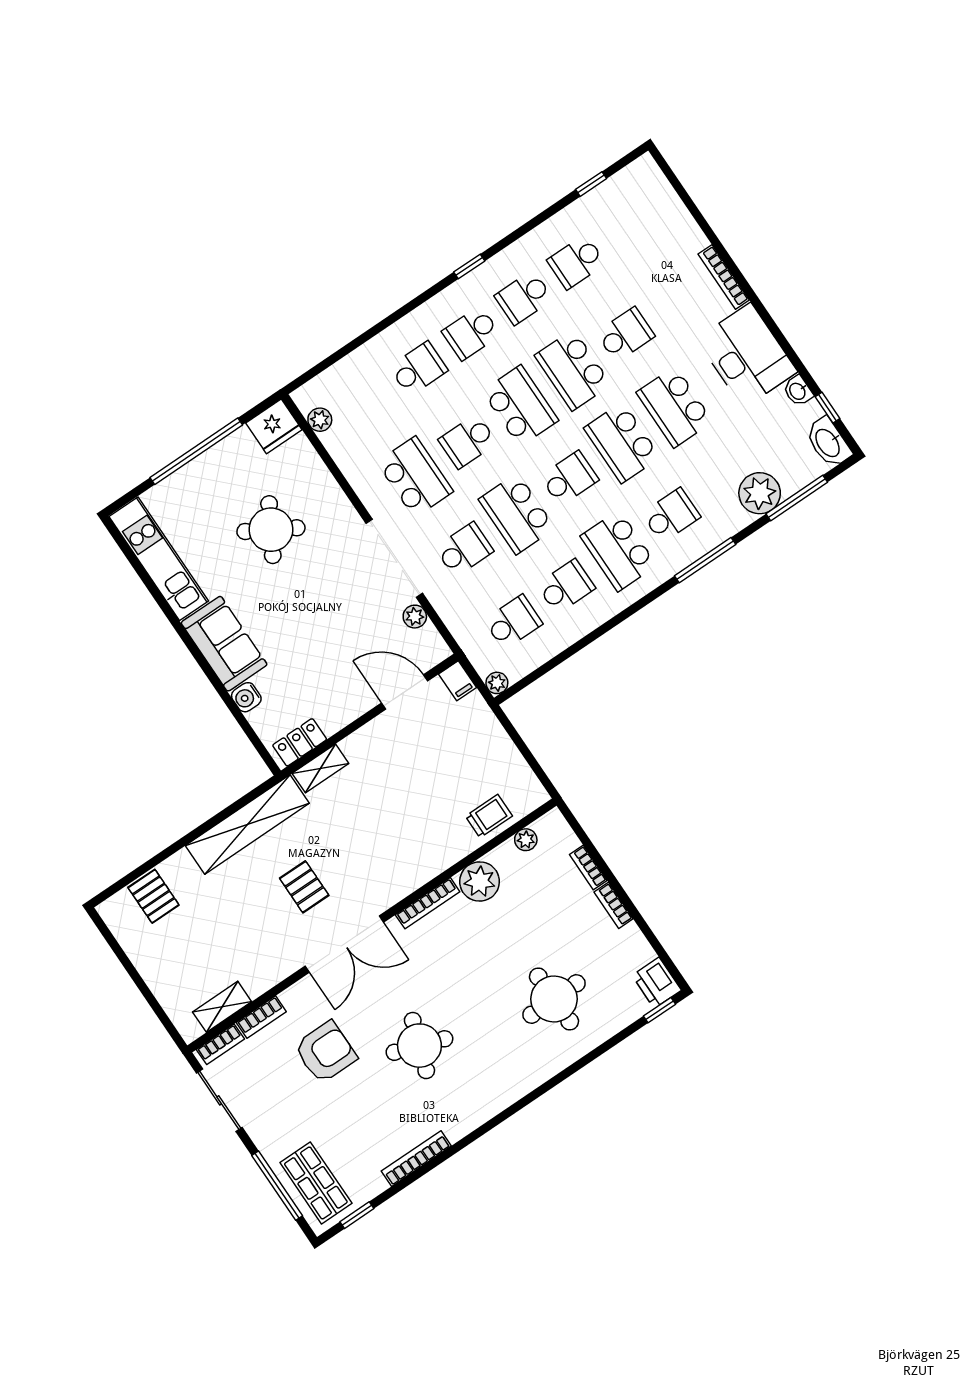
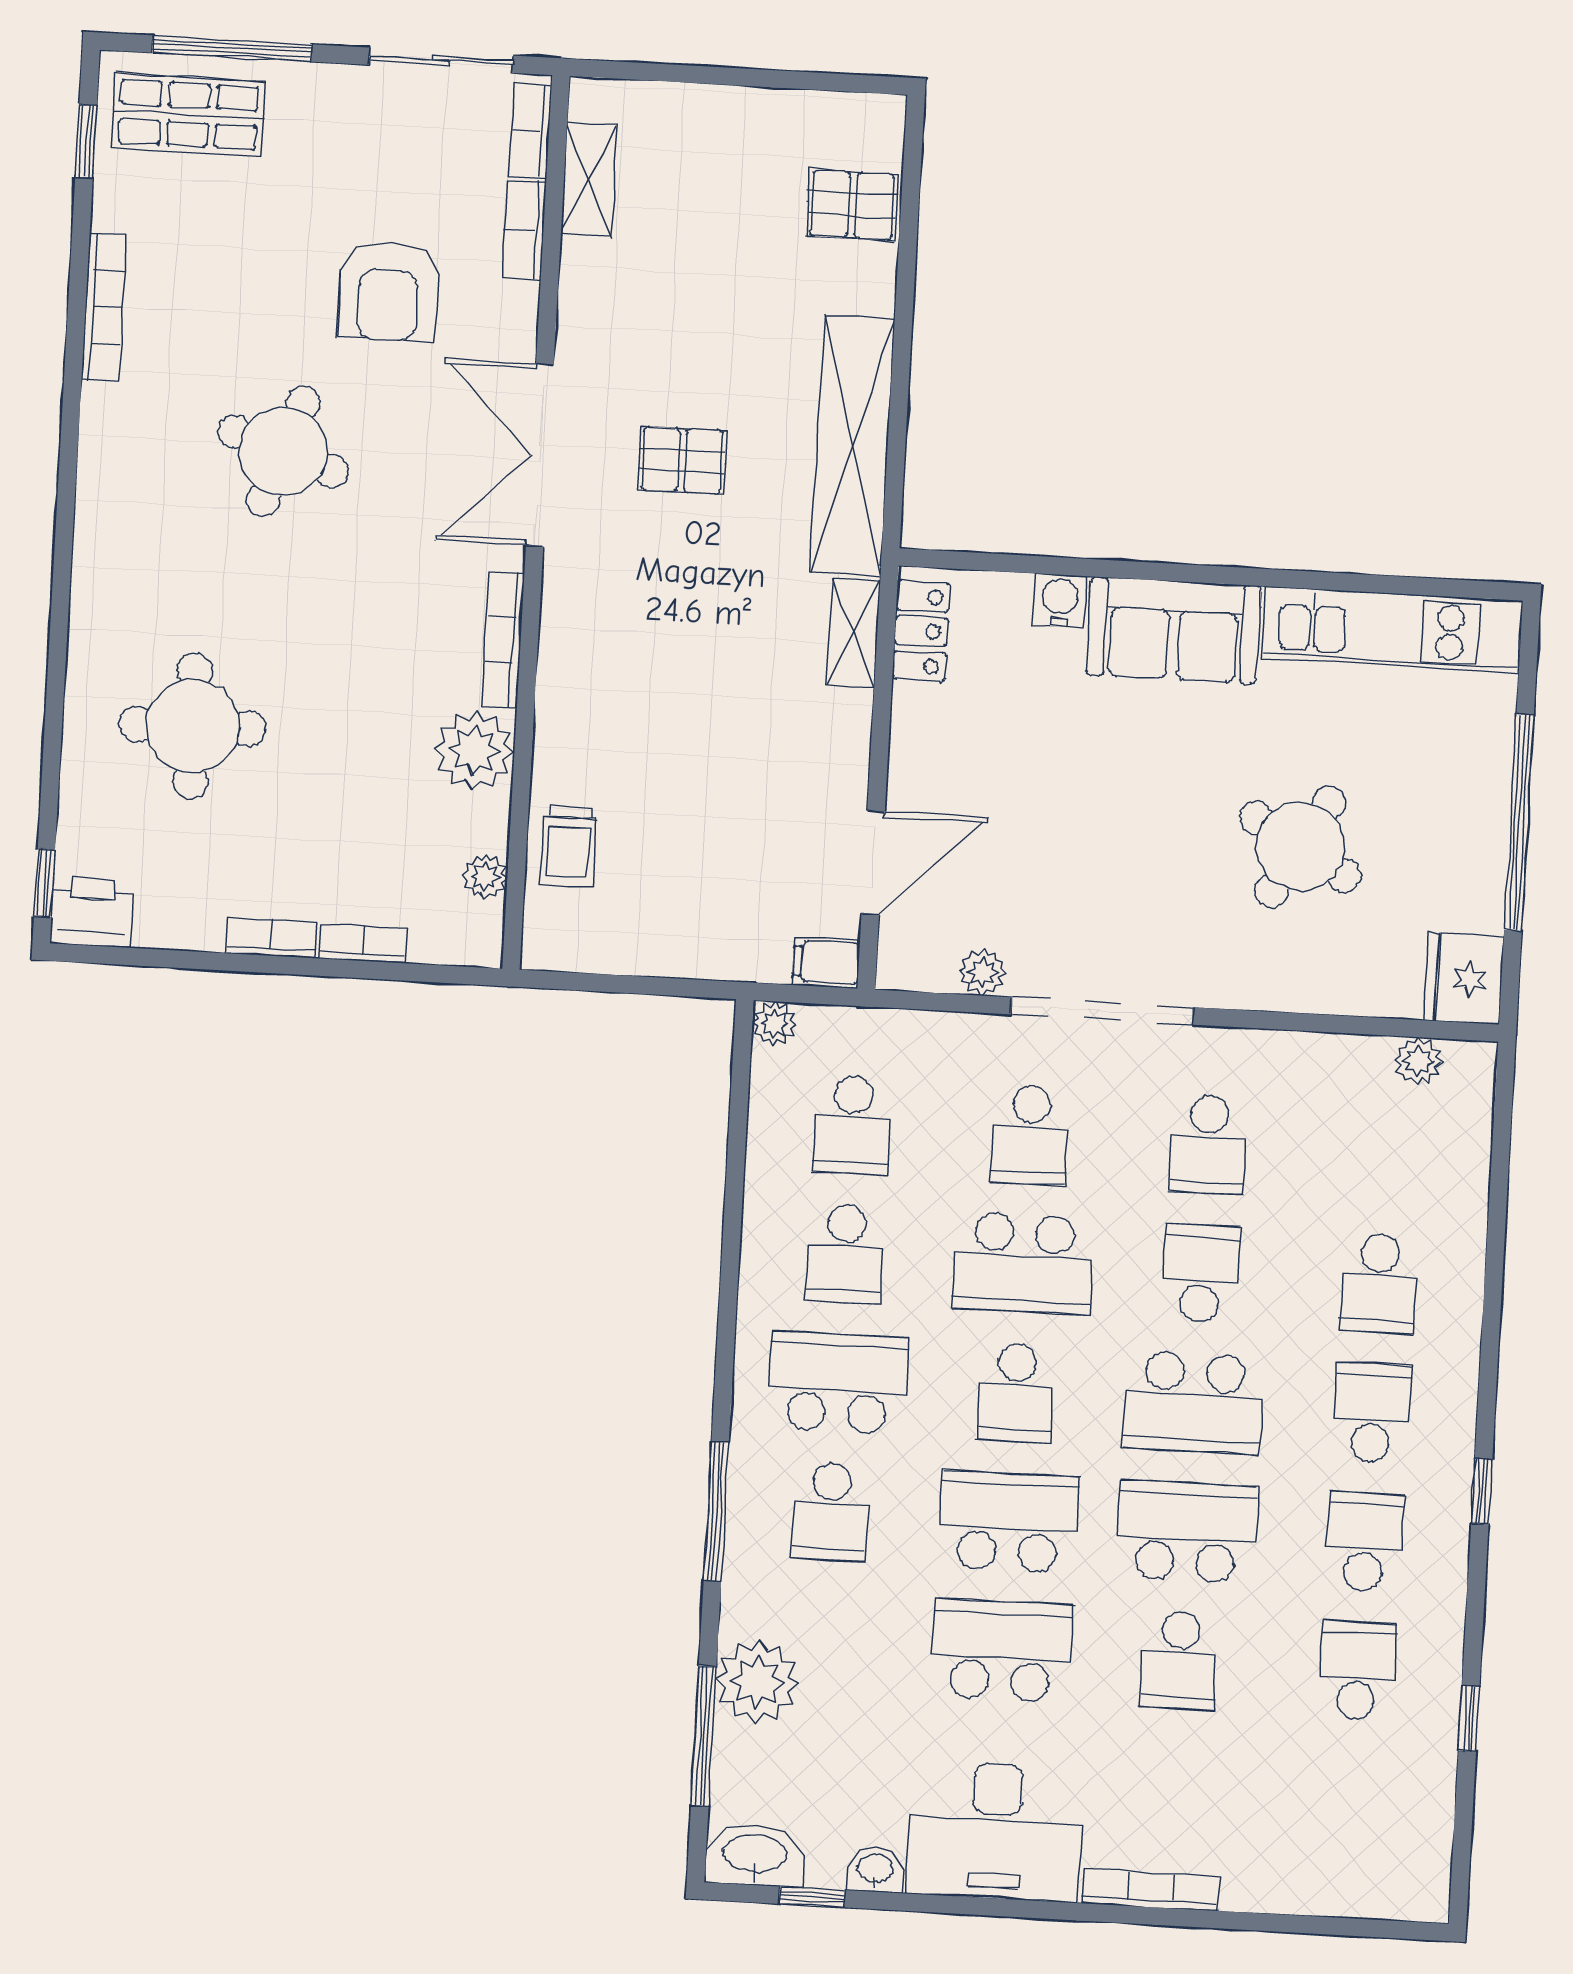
window: (591, 184) -> (1469, 1718), moved
school desk: (415, 477) -> (1208, 1145), width x0.54
school desk: (517, 514) -> (1023, 1264), turned 180

